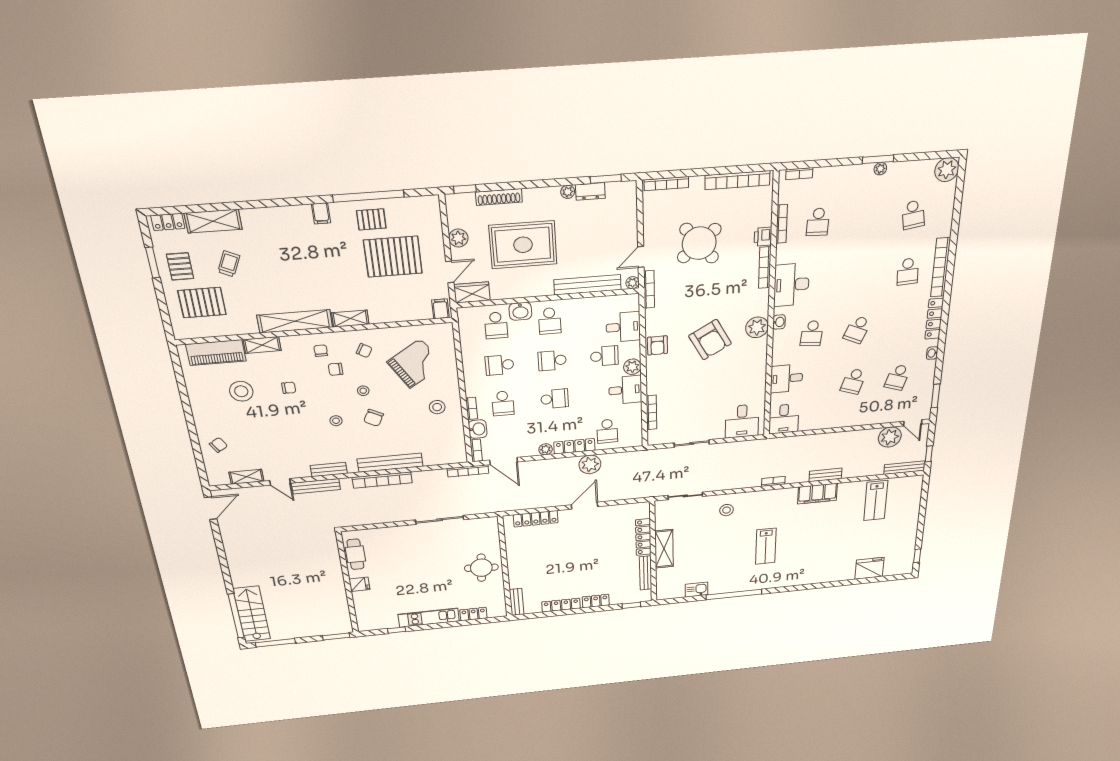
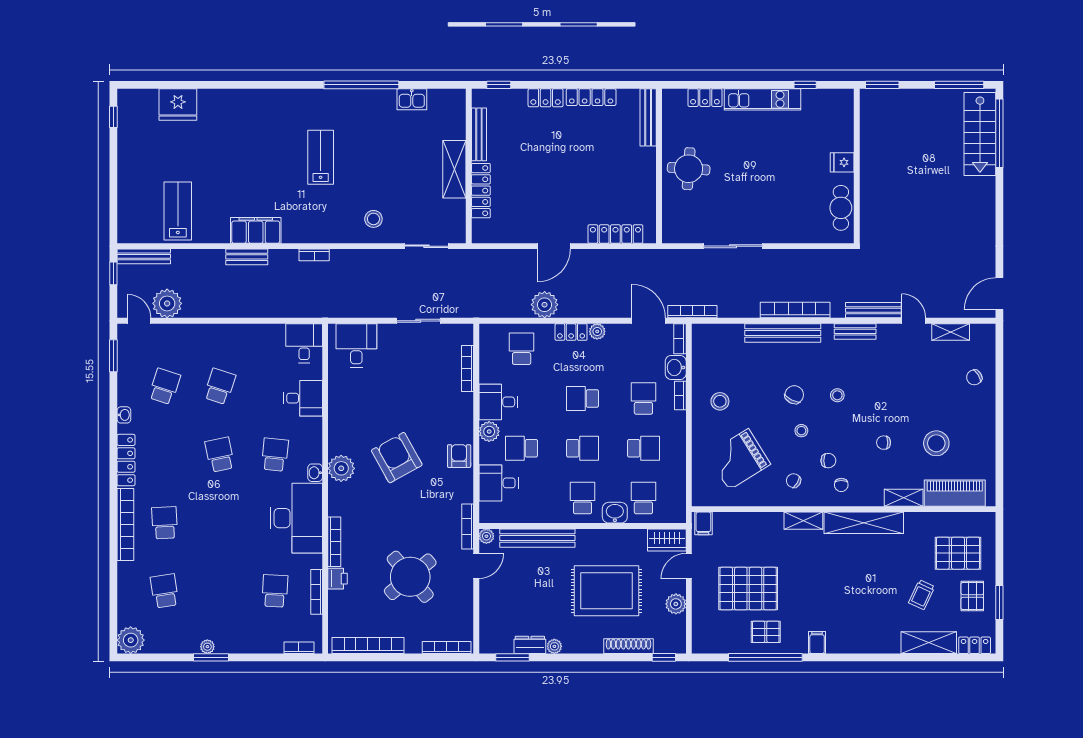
desk: (791, 285) -> (296, 518), width x1.36, depth x1.30
school desk: (857, 329) -> (220, 455), turned -36
locker: (574, 446) -> (571, 332), width x0.66
bench: (517, 602) -> (648, 117), width x1.36

